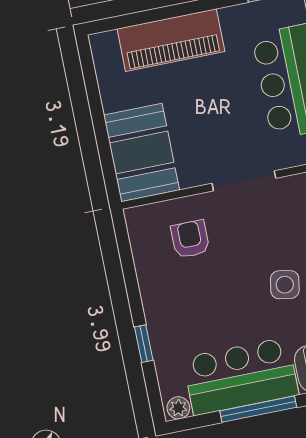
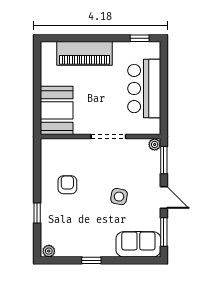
armchair: (190, 239) -> (67, 185), moved
bar counter: (241, 376) -> (86, 241), removed
window: (258, 409) -> (91, 260), width x0.46

